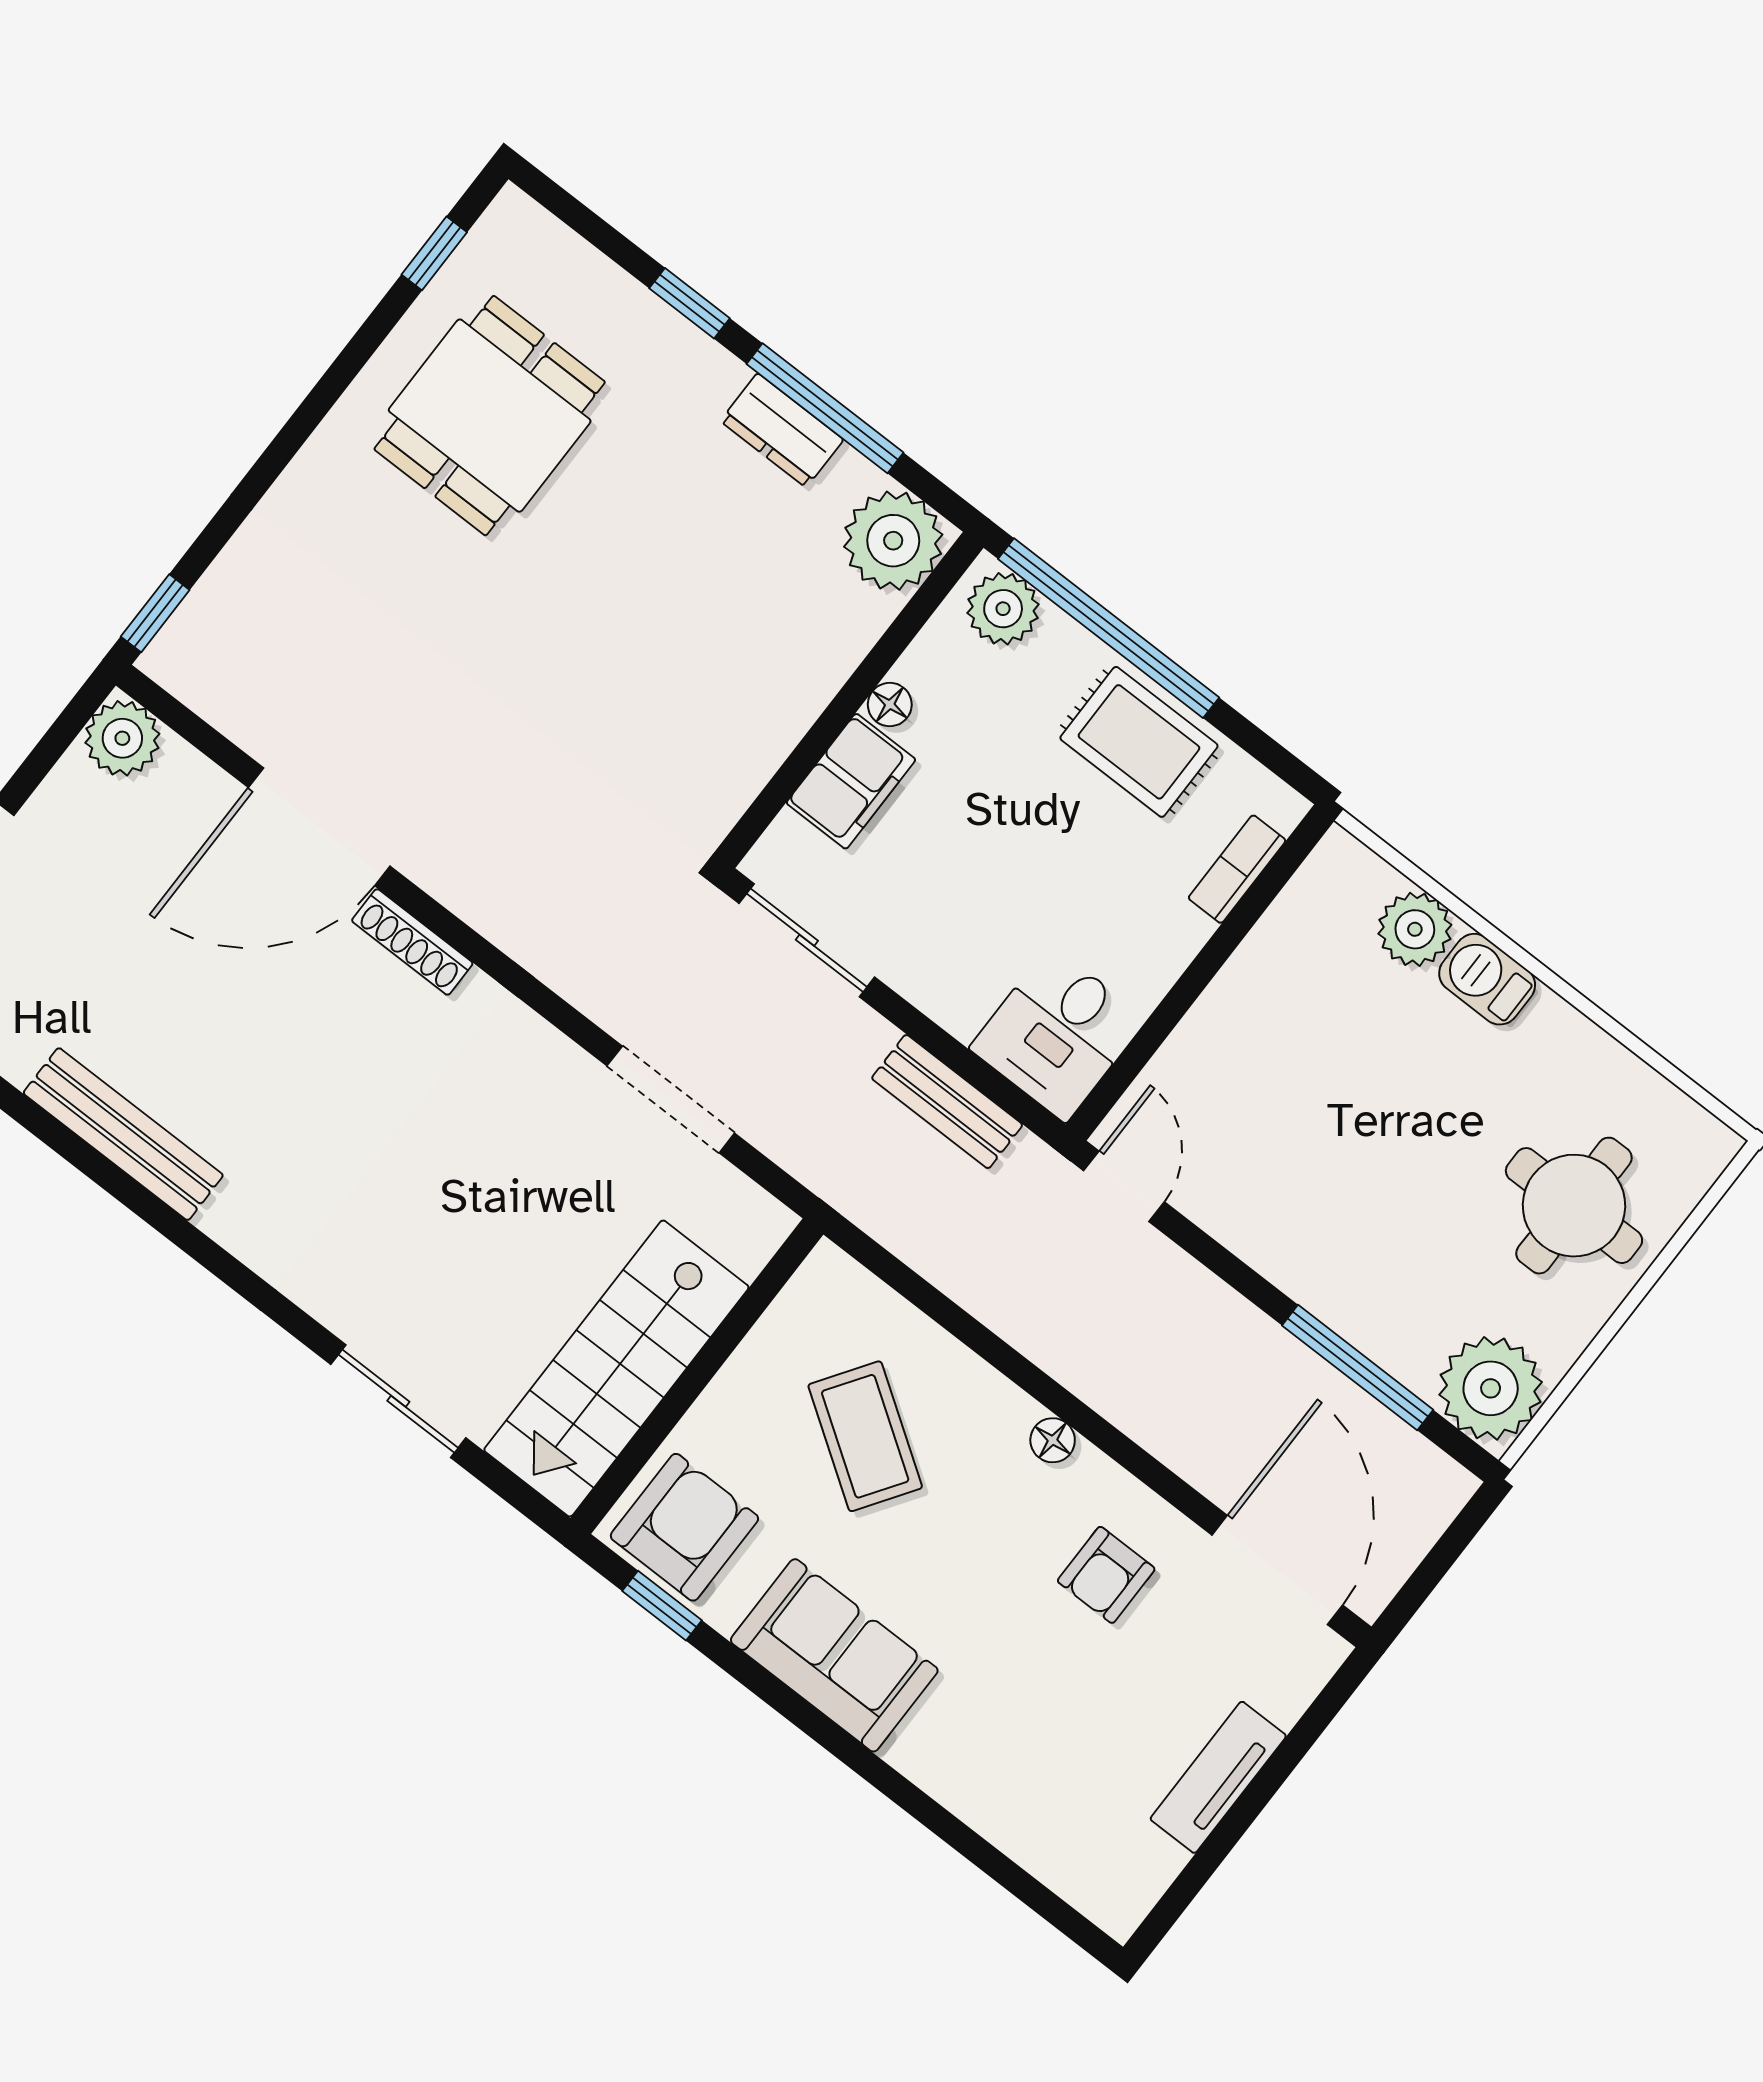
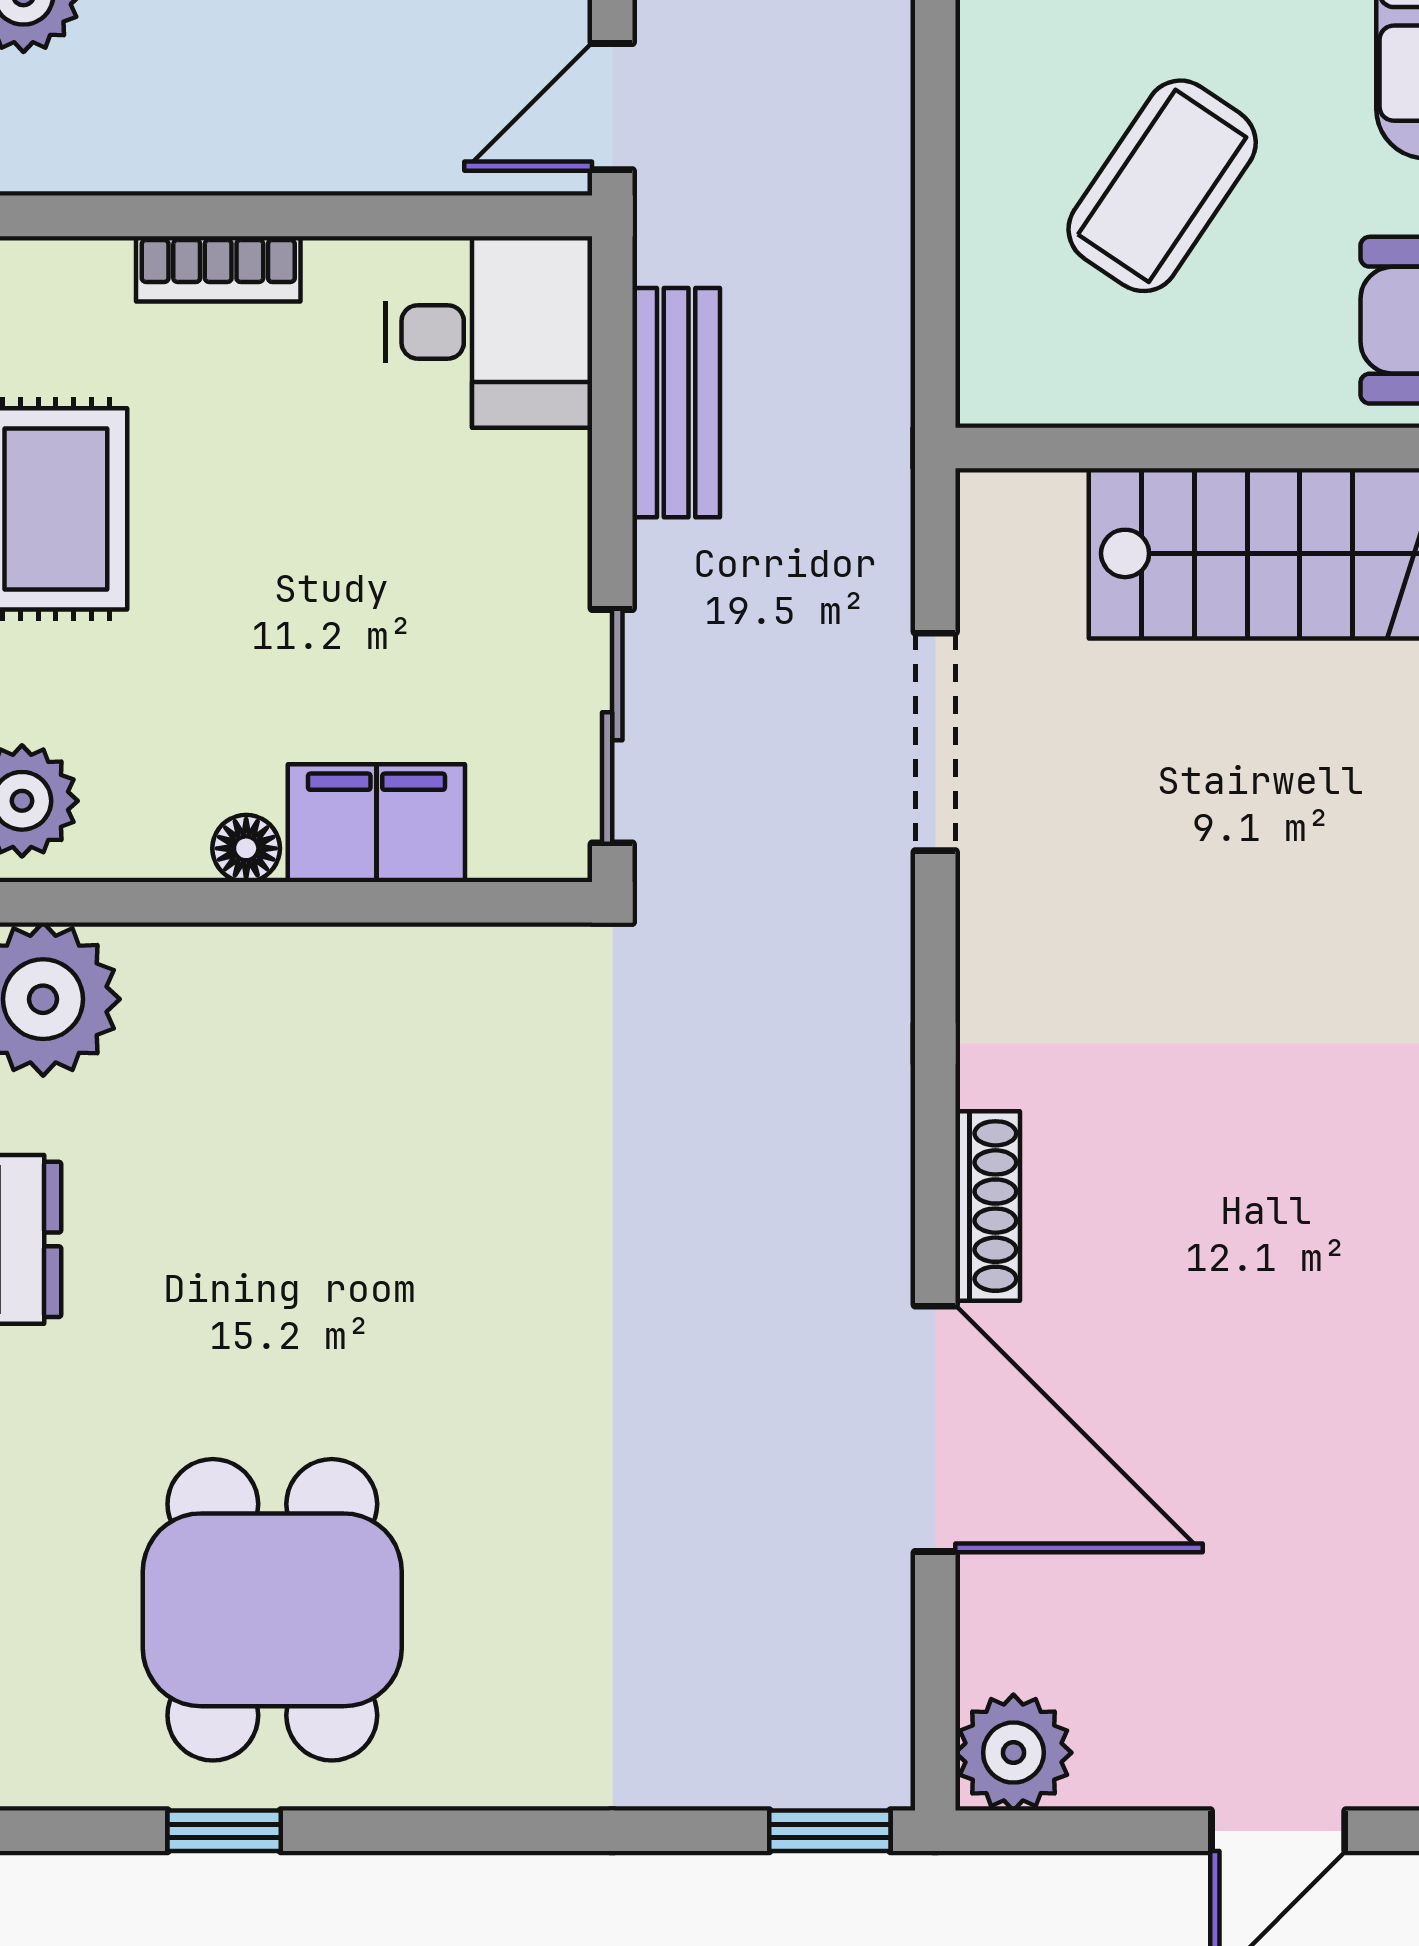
window: (434, 253) -> (224, 1831), moved
dining table: (490, 416) -> (272, 1610), turned 90
bookcase: (1237, 869) -> (218, 269), moved

